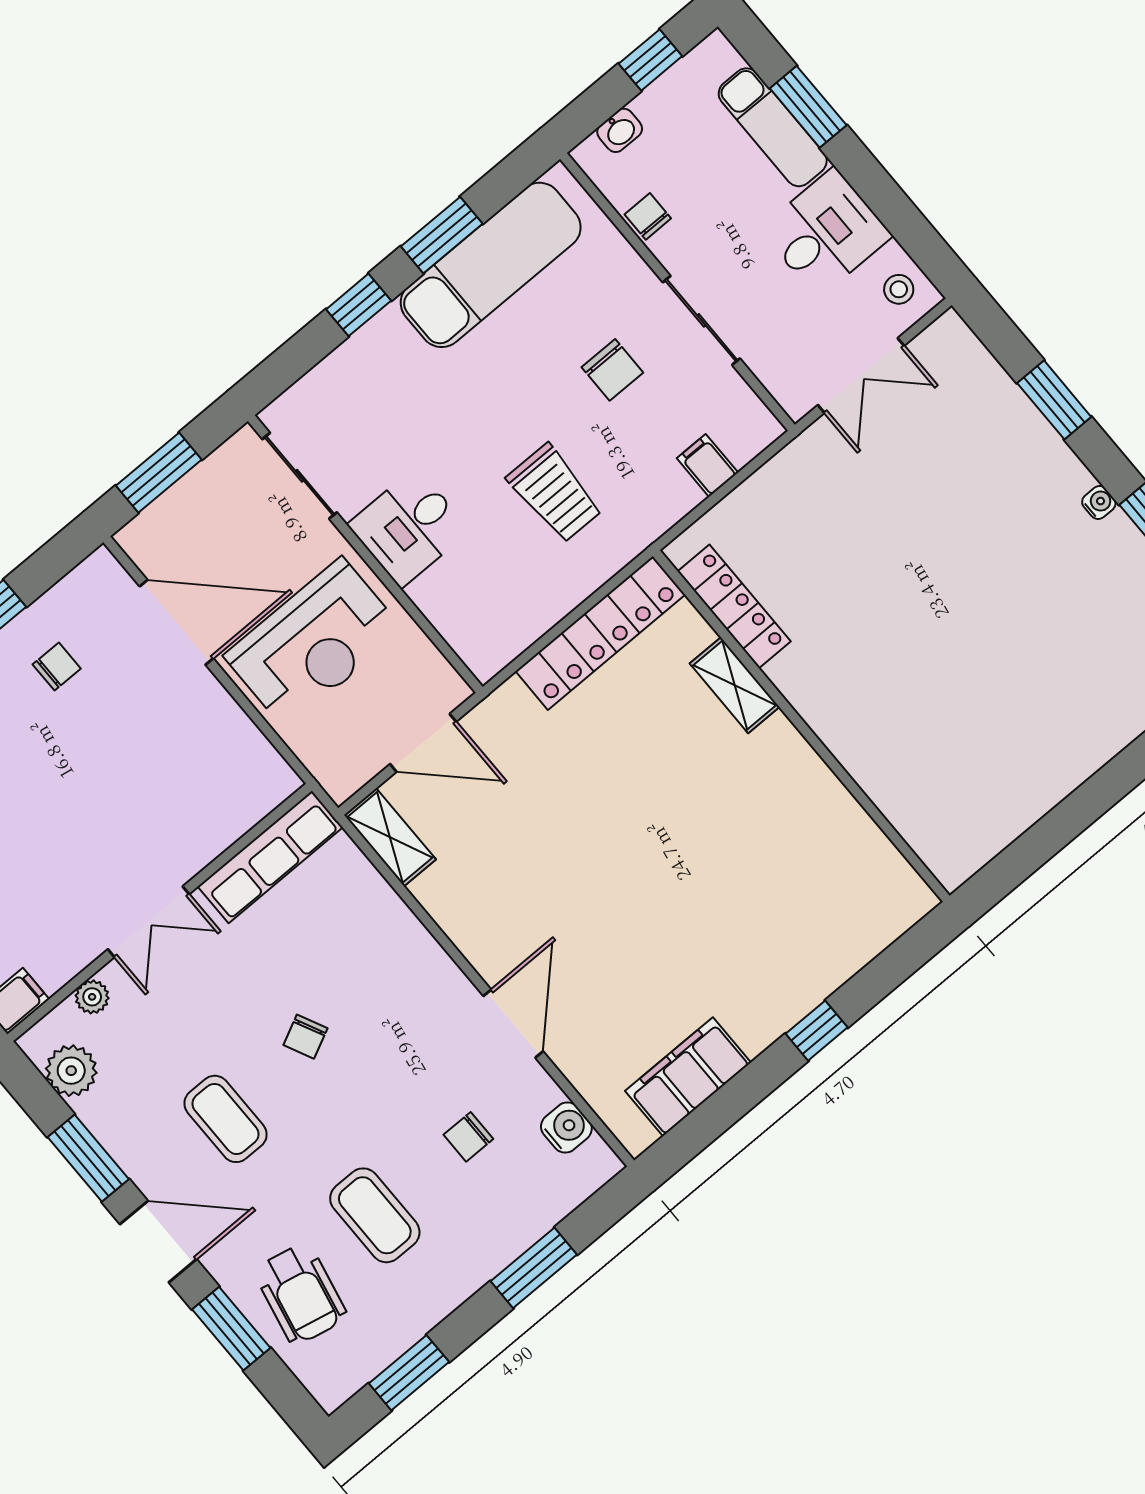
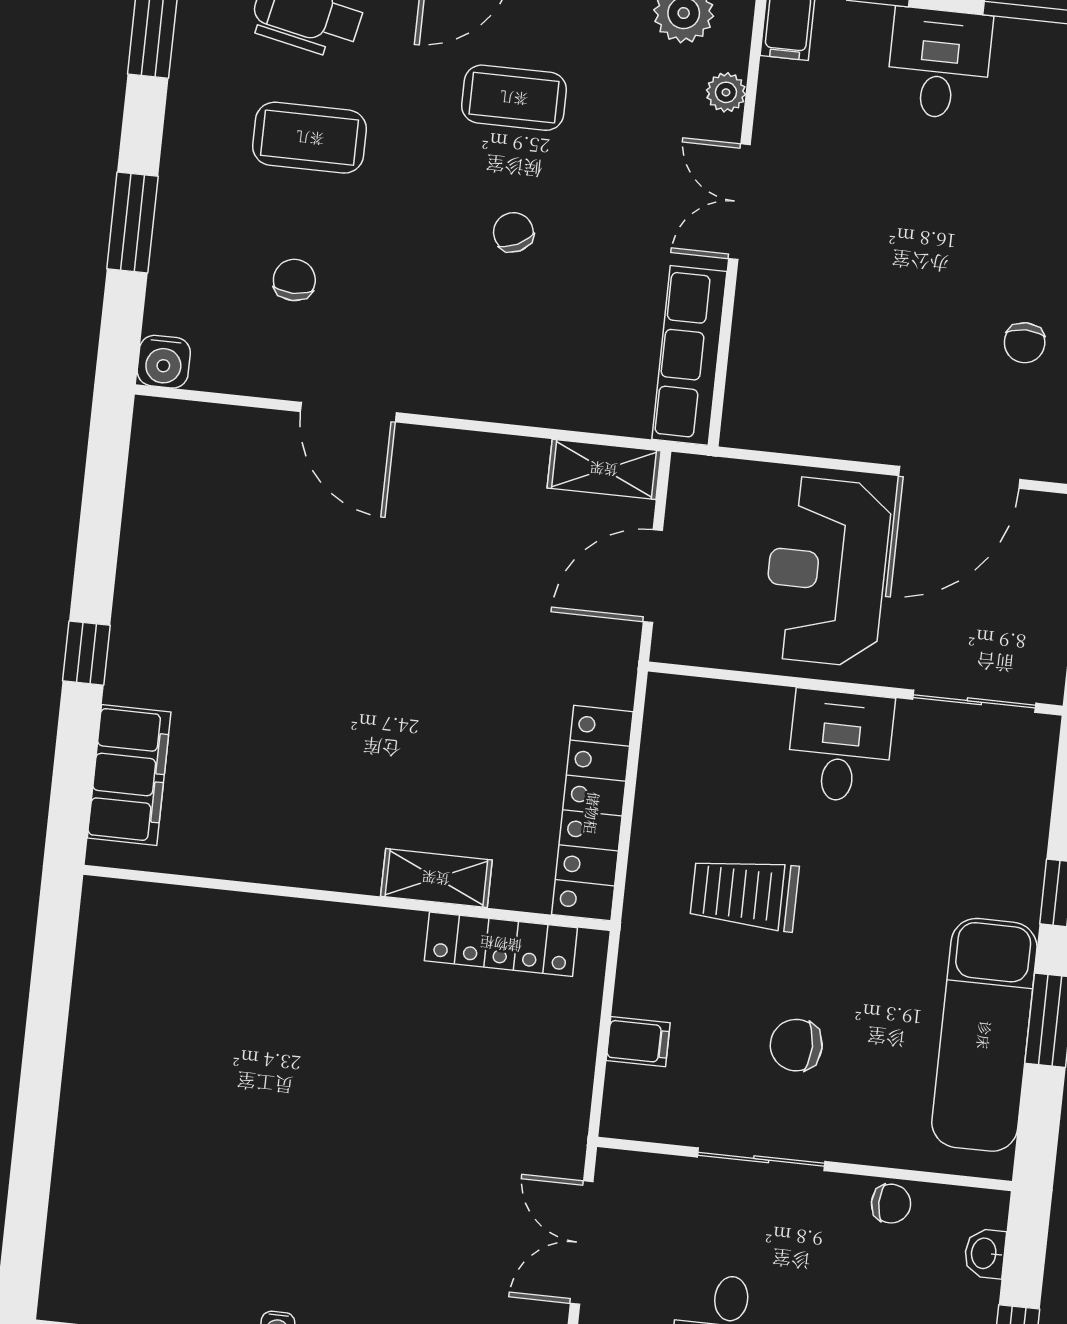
filing cabinet: (688, 1077) -> (129, 775), moved
water cooler: (566, 1128) -> (164, 362), moved

